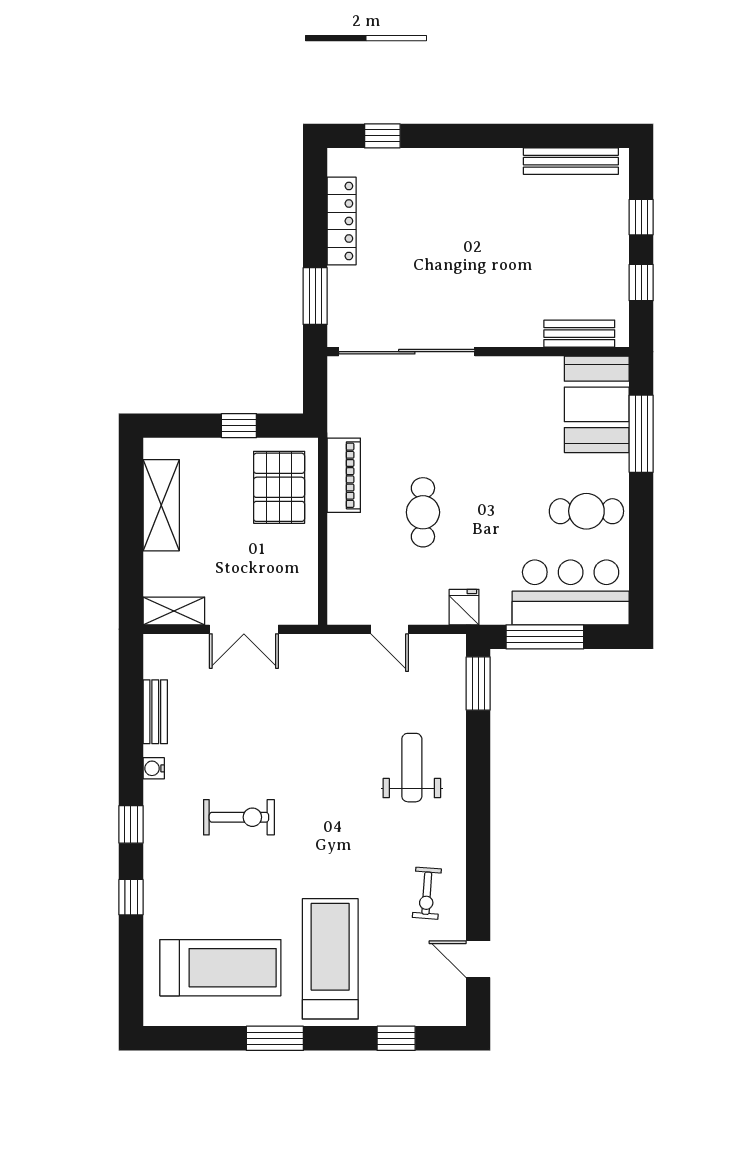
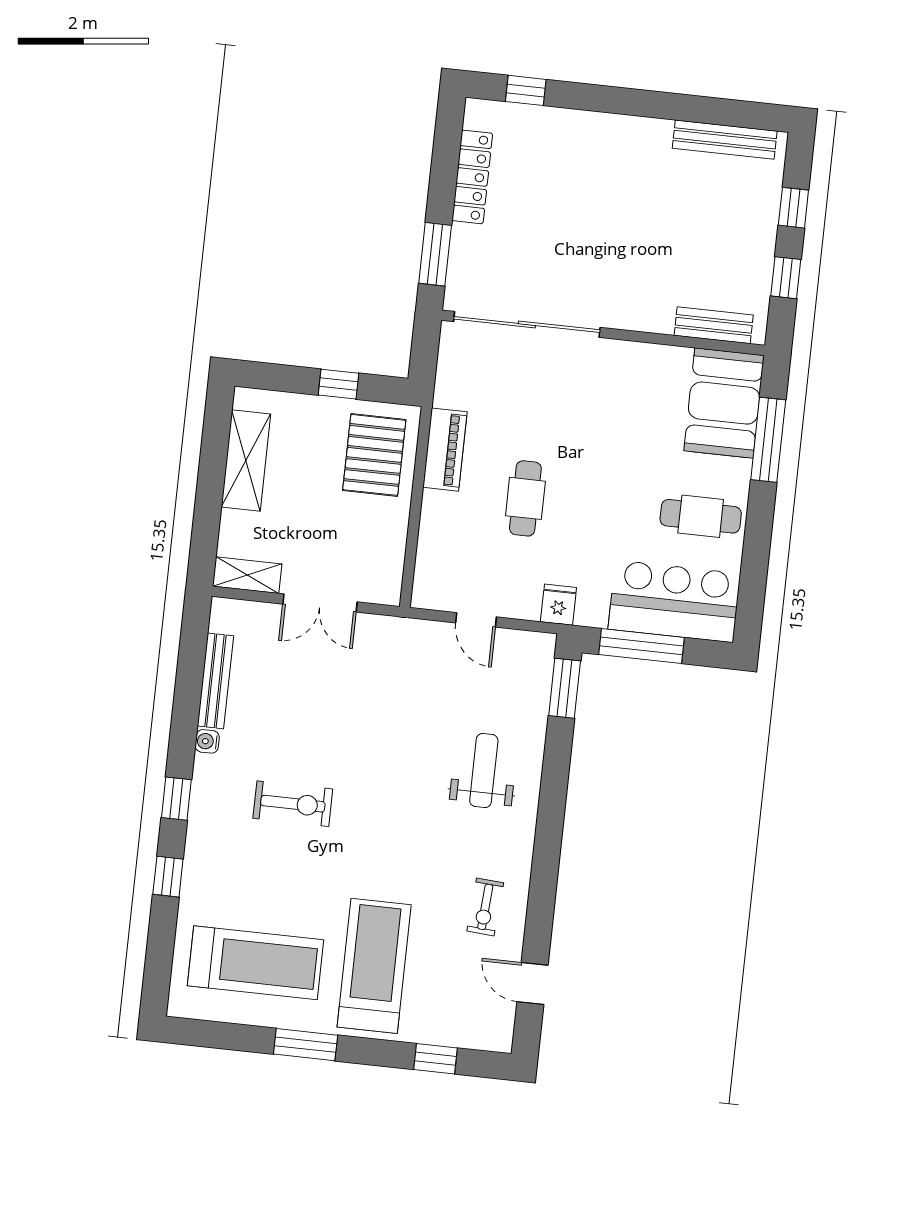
bench: (155, 712) -> (215, 681), width x1.36

